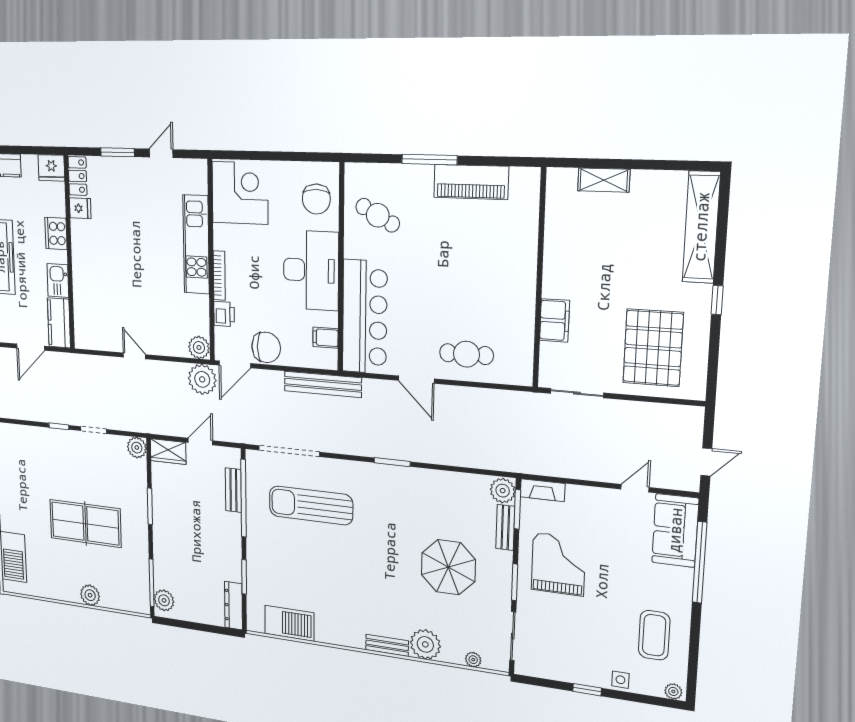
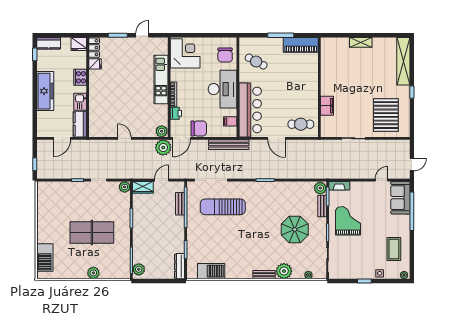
wall: (539, 279) -> (319, 87), moved
filing cabinet: (555, 320) -> (327, 106), moved

